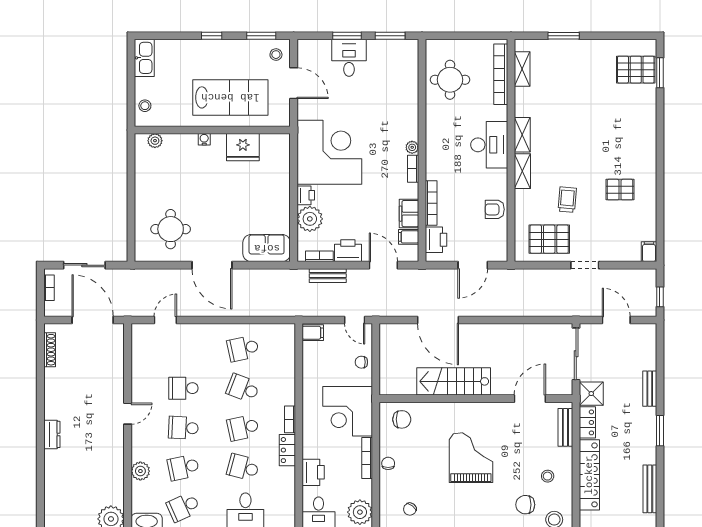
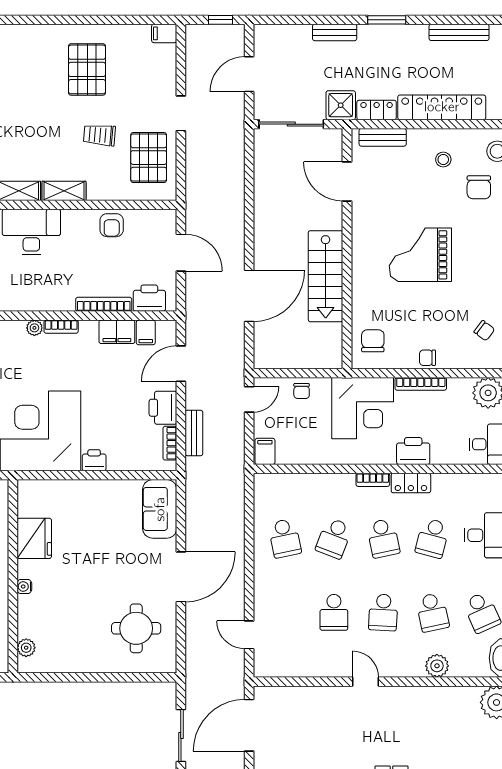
pallet: (620, 190) -> (87, 69), width x1.50, depth x1.42
plant: (310, 219) -> (123, 455), removed
printer: (313, 472) -> (413, 451), moved

